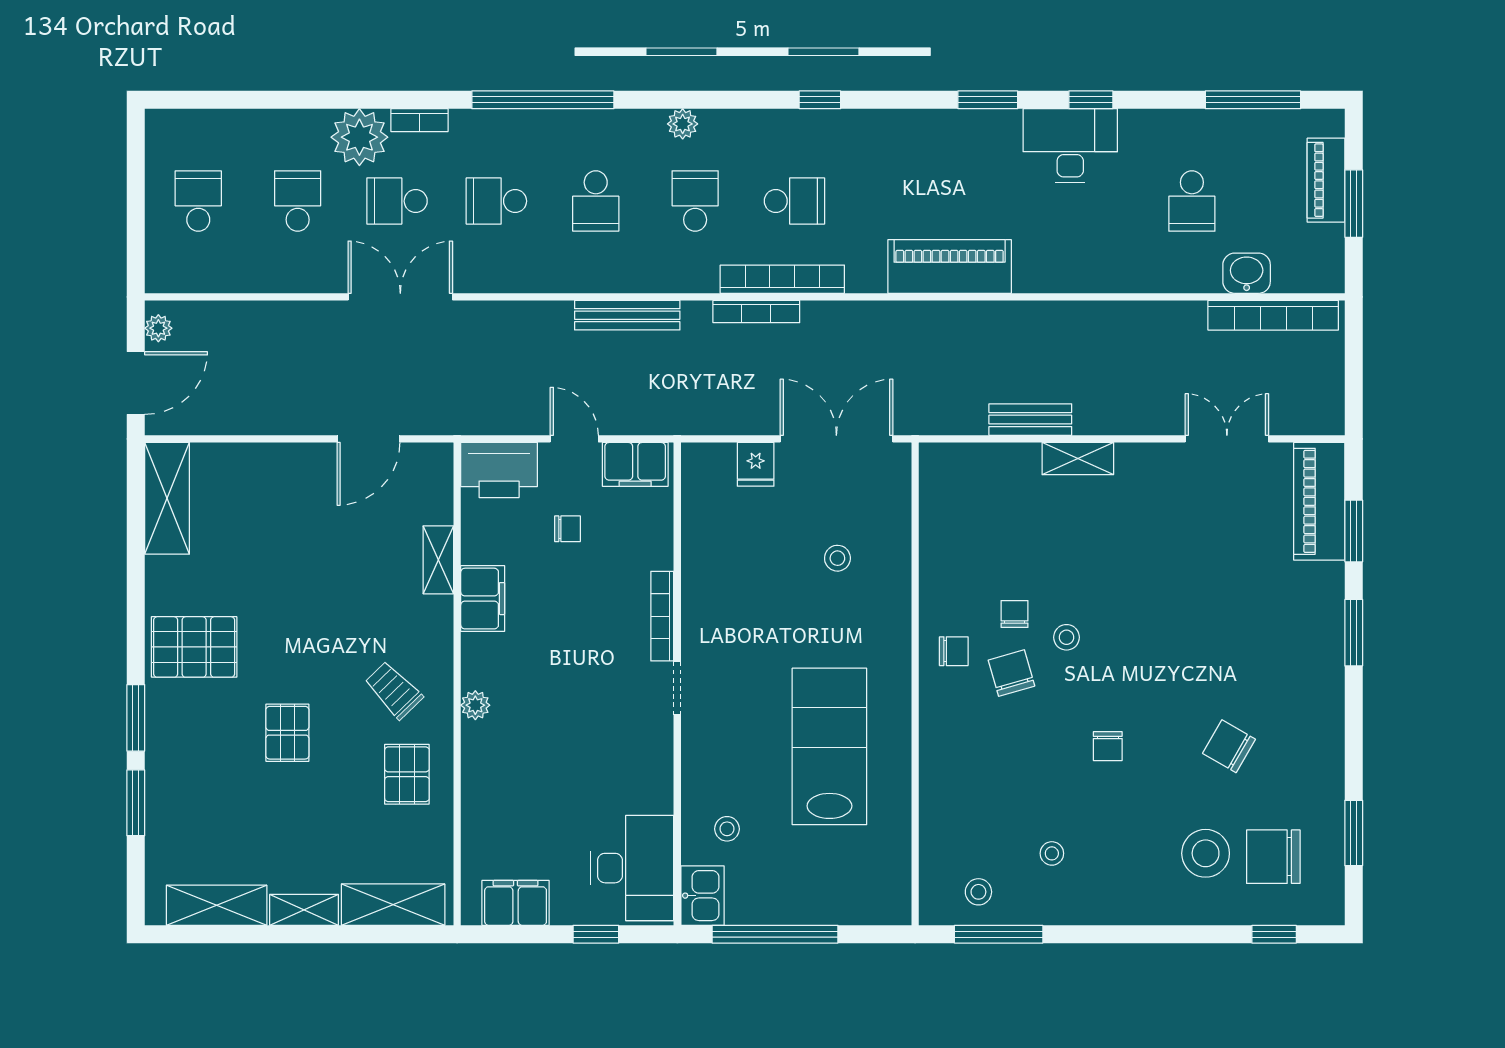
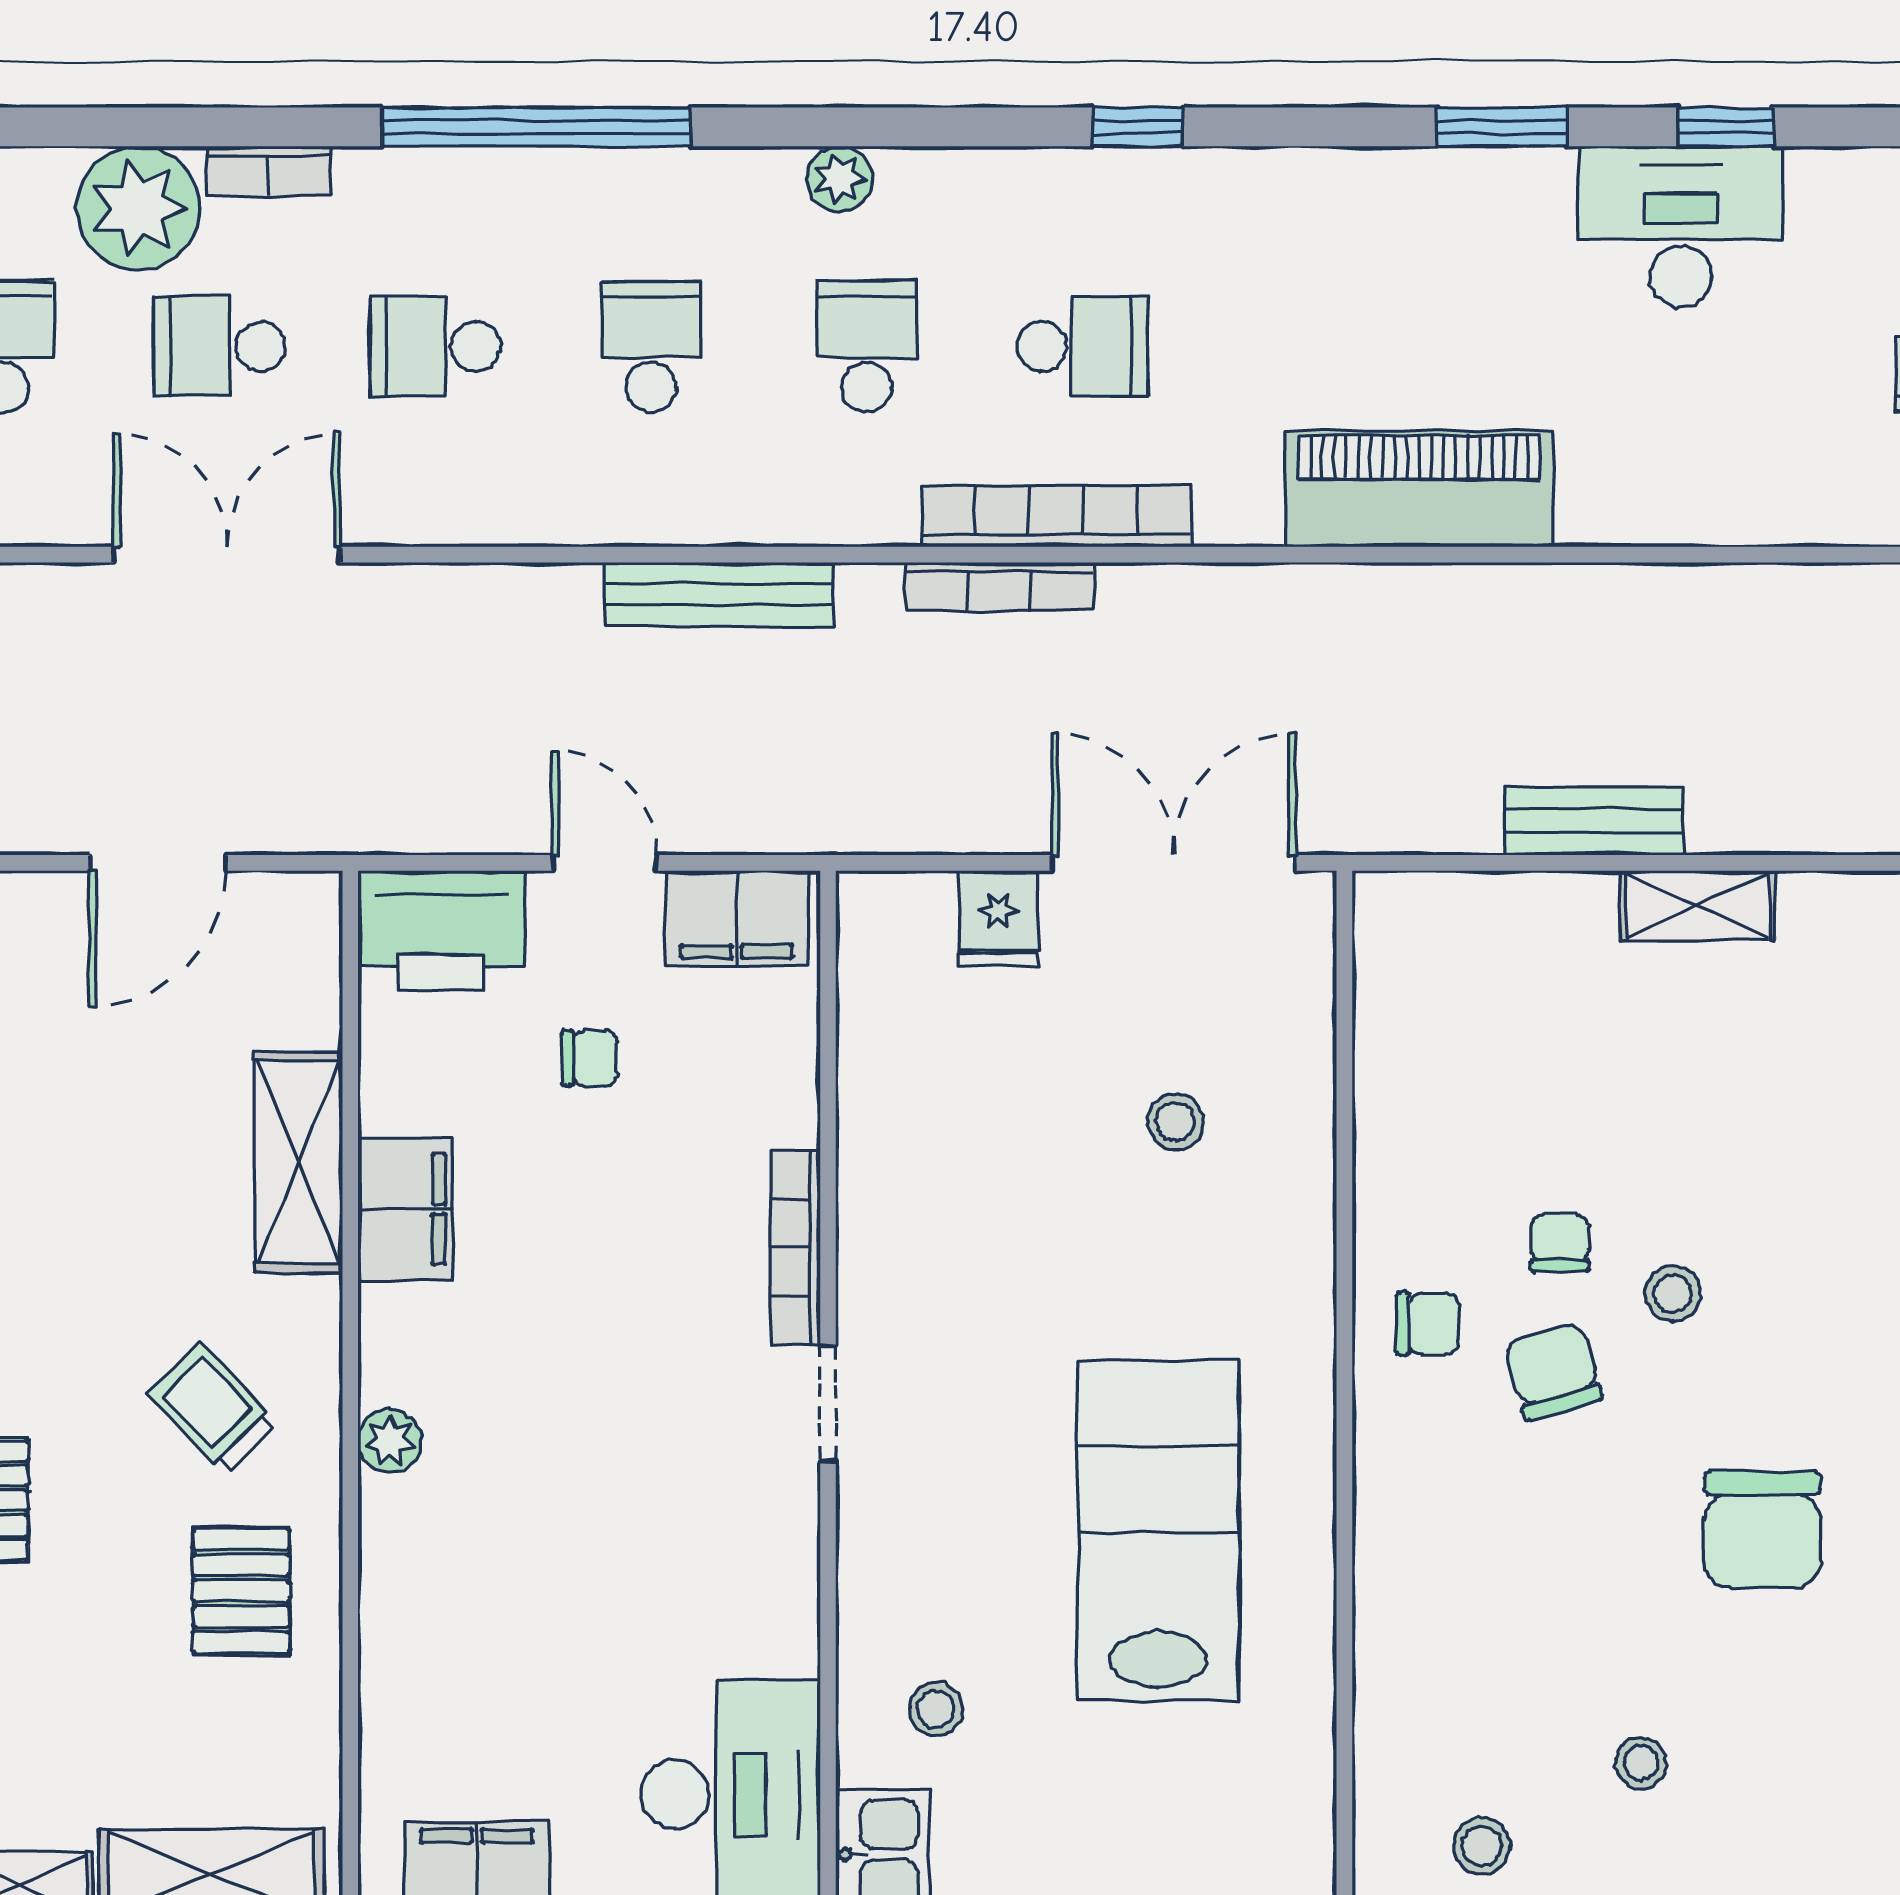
school desk: (596, 201) -> (651, 347), turned 180
shelving: (438, 560) -> (298, 1162), width x1.50, depth x1.33
chair: (1108, 746) -> (1762, 1530), width x1.87, depth x1.87

